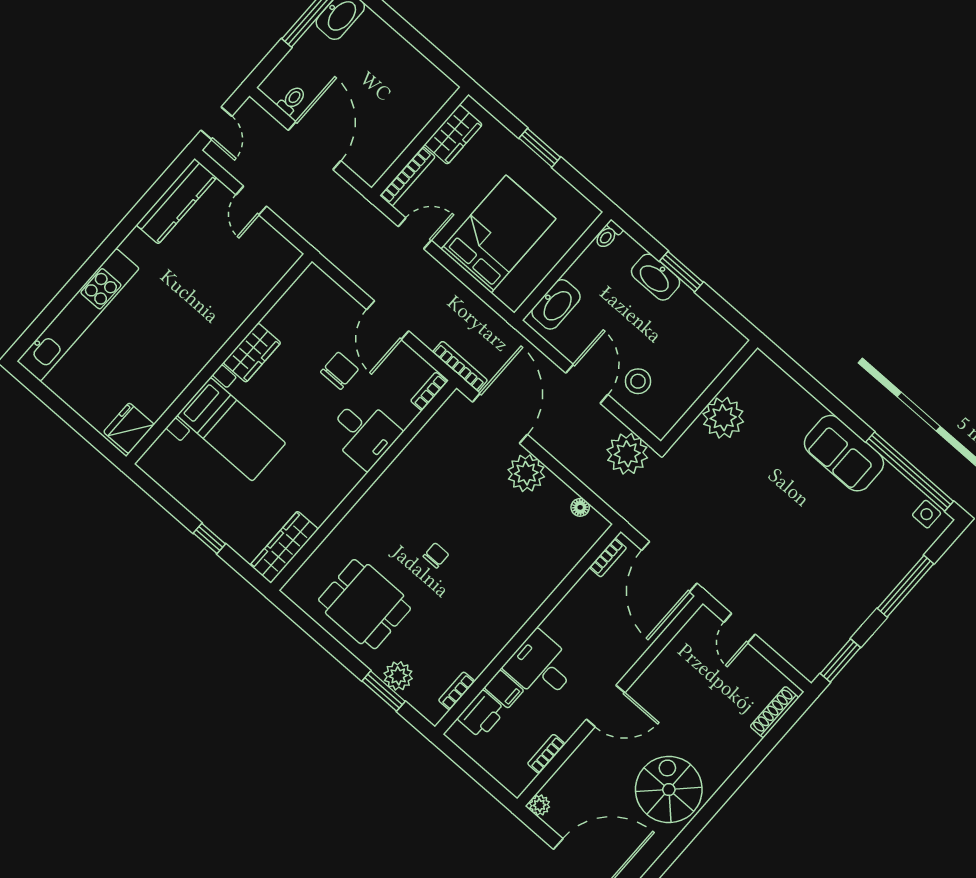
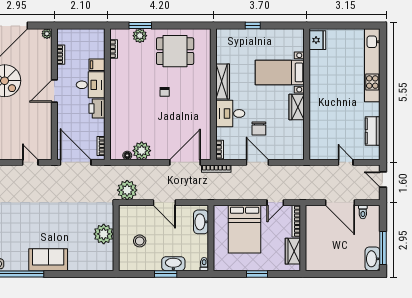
kitchen counter: (176, 201) -> (373, 131), width x0.67
stool: (638, 381) -> (140, 241), moved
door: (500, 418) -> (185, 162), swing flipped
plant: (526, 473) -> (142, 151), moved
wardrobe: (284, 547) -> (223, 82), moved
printer: (482, 714) -> (97, 108), moved

